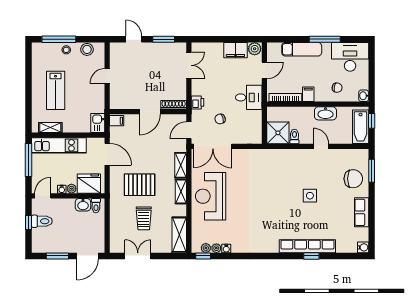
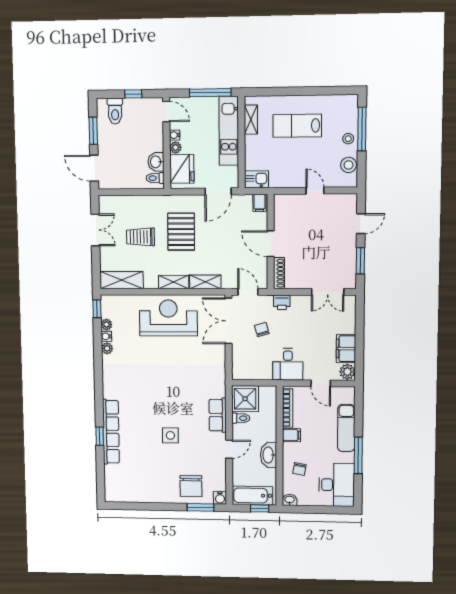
row of seats: (362, 212) -> (218, 415), moved, turned -90
toilet: (42, 221) -> (115, 111), moved
water cooler: (363, 247) -> (220, 498), moved
plant: (206, 248) -> (107, 348), moved

